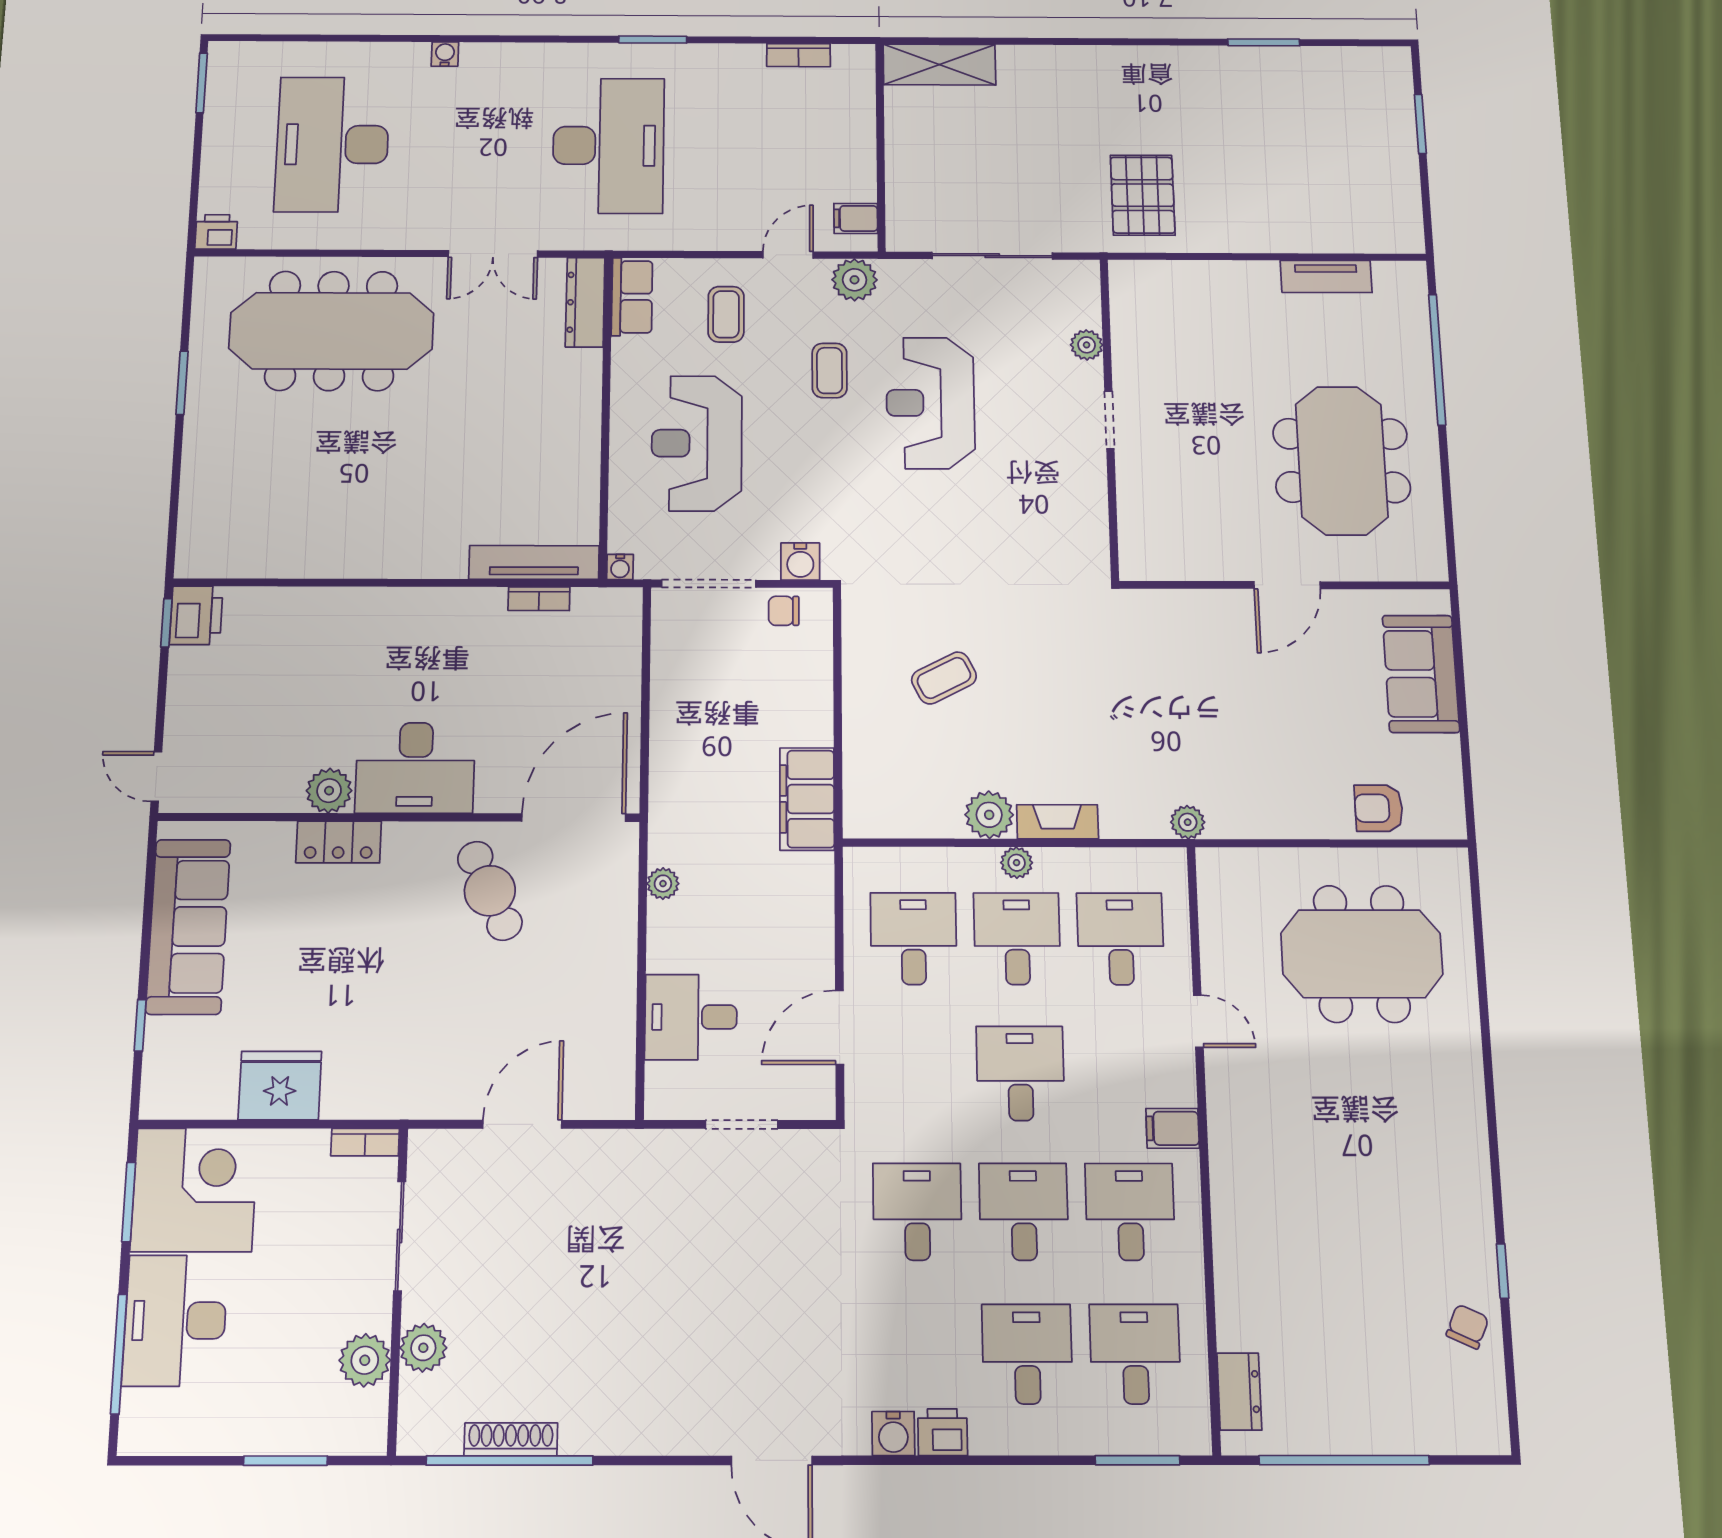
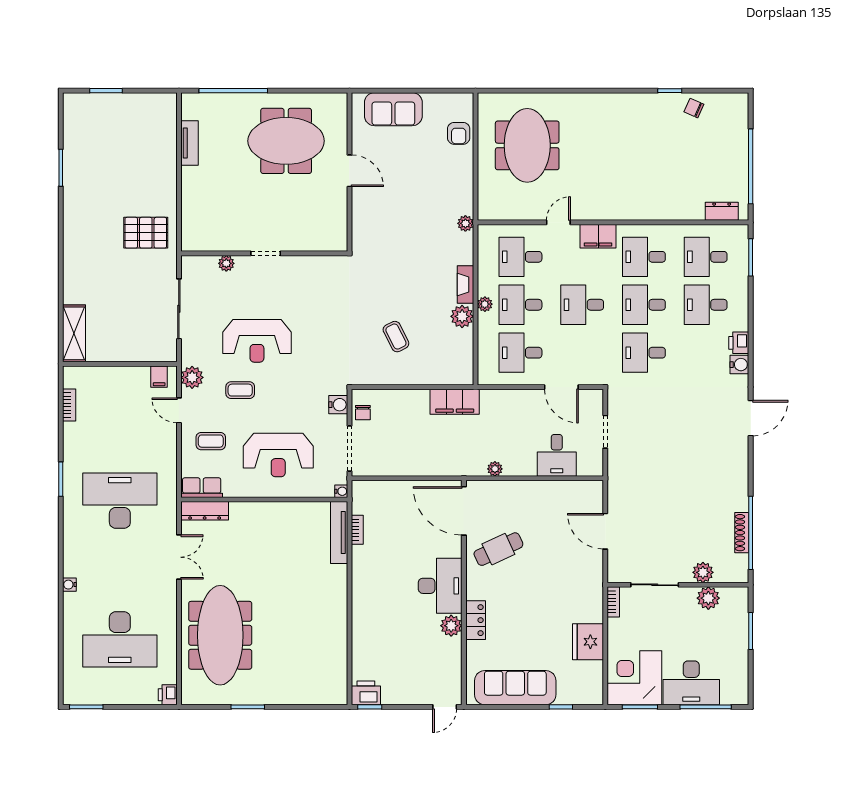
filing cabinet: (1173, 1128) -> (598, 236), width x2.00

